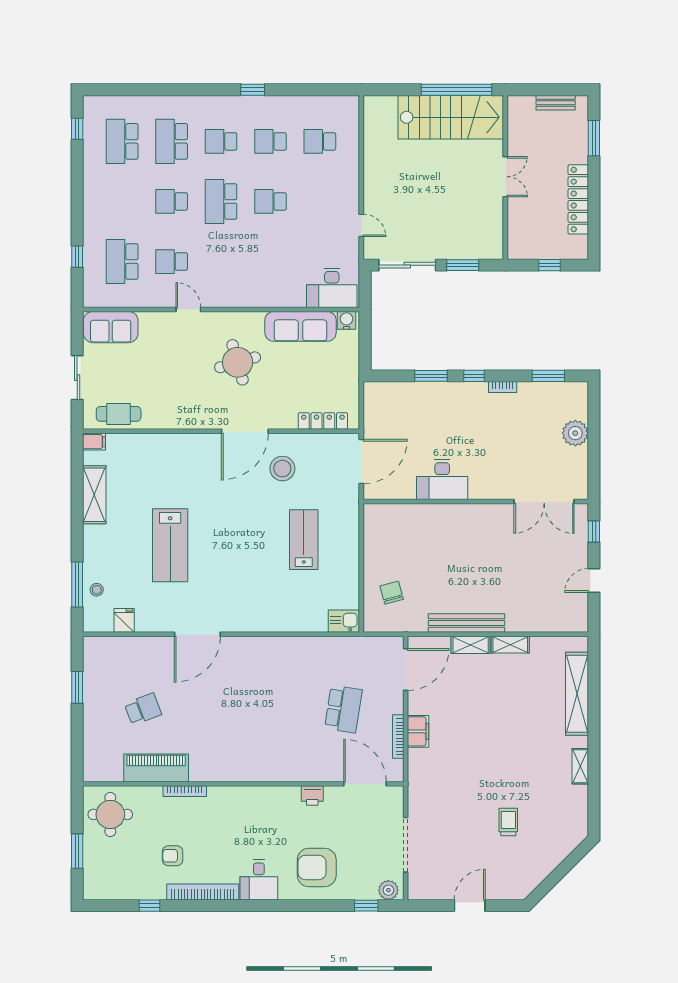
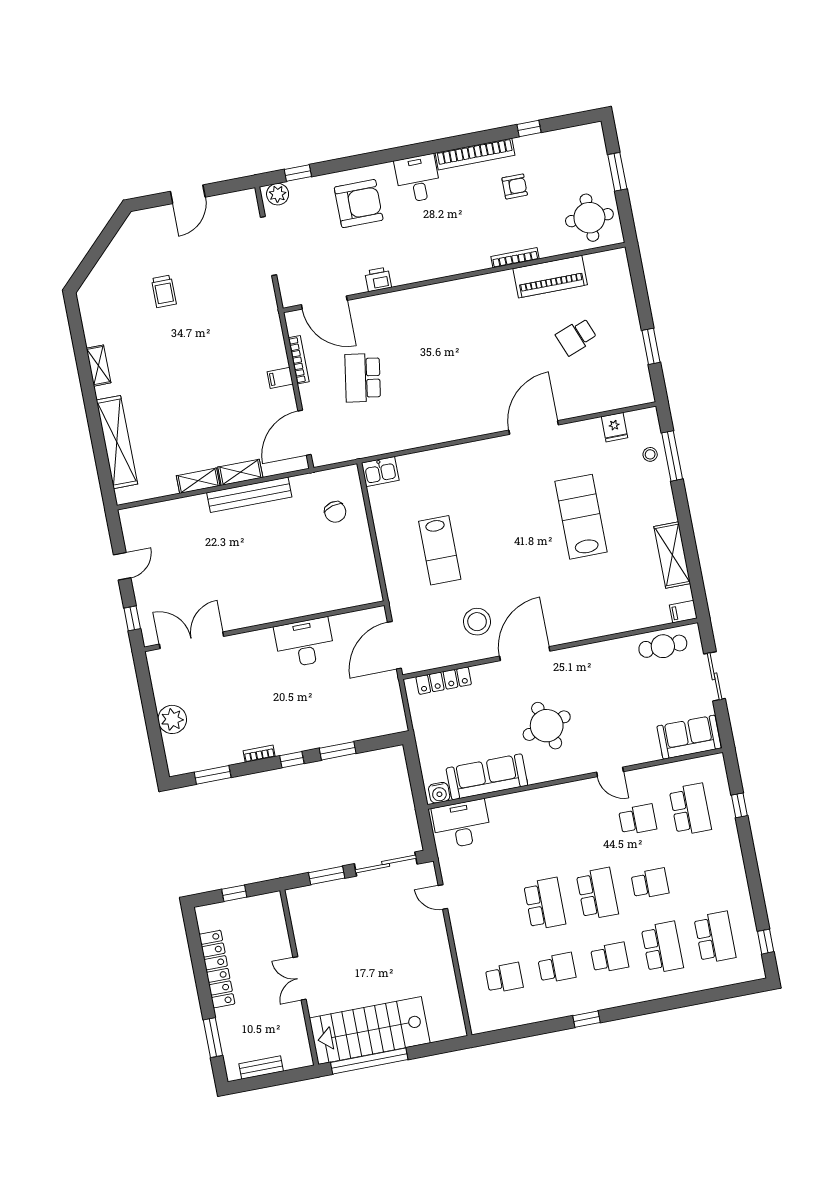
school desk: (270, 201) -> (545, 904), width x1.85
filing cabinet: (418, 731) -> (280, 378), width x0.50

